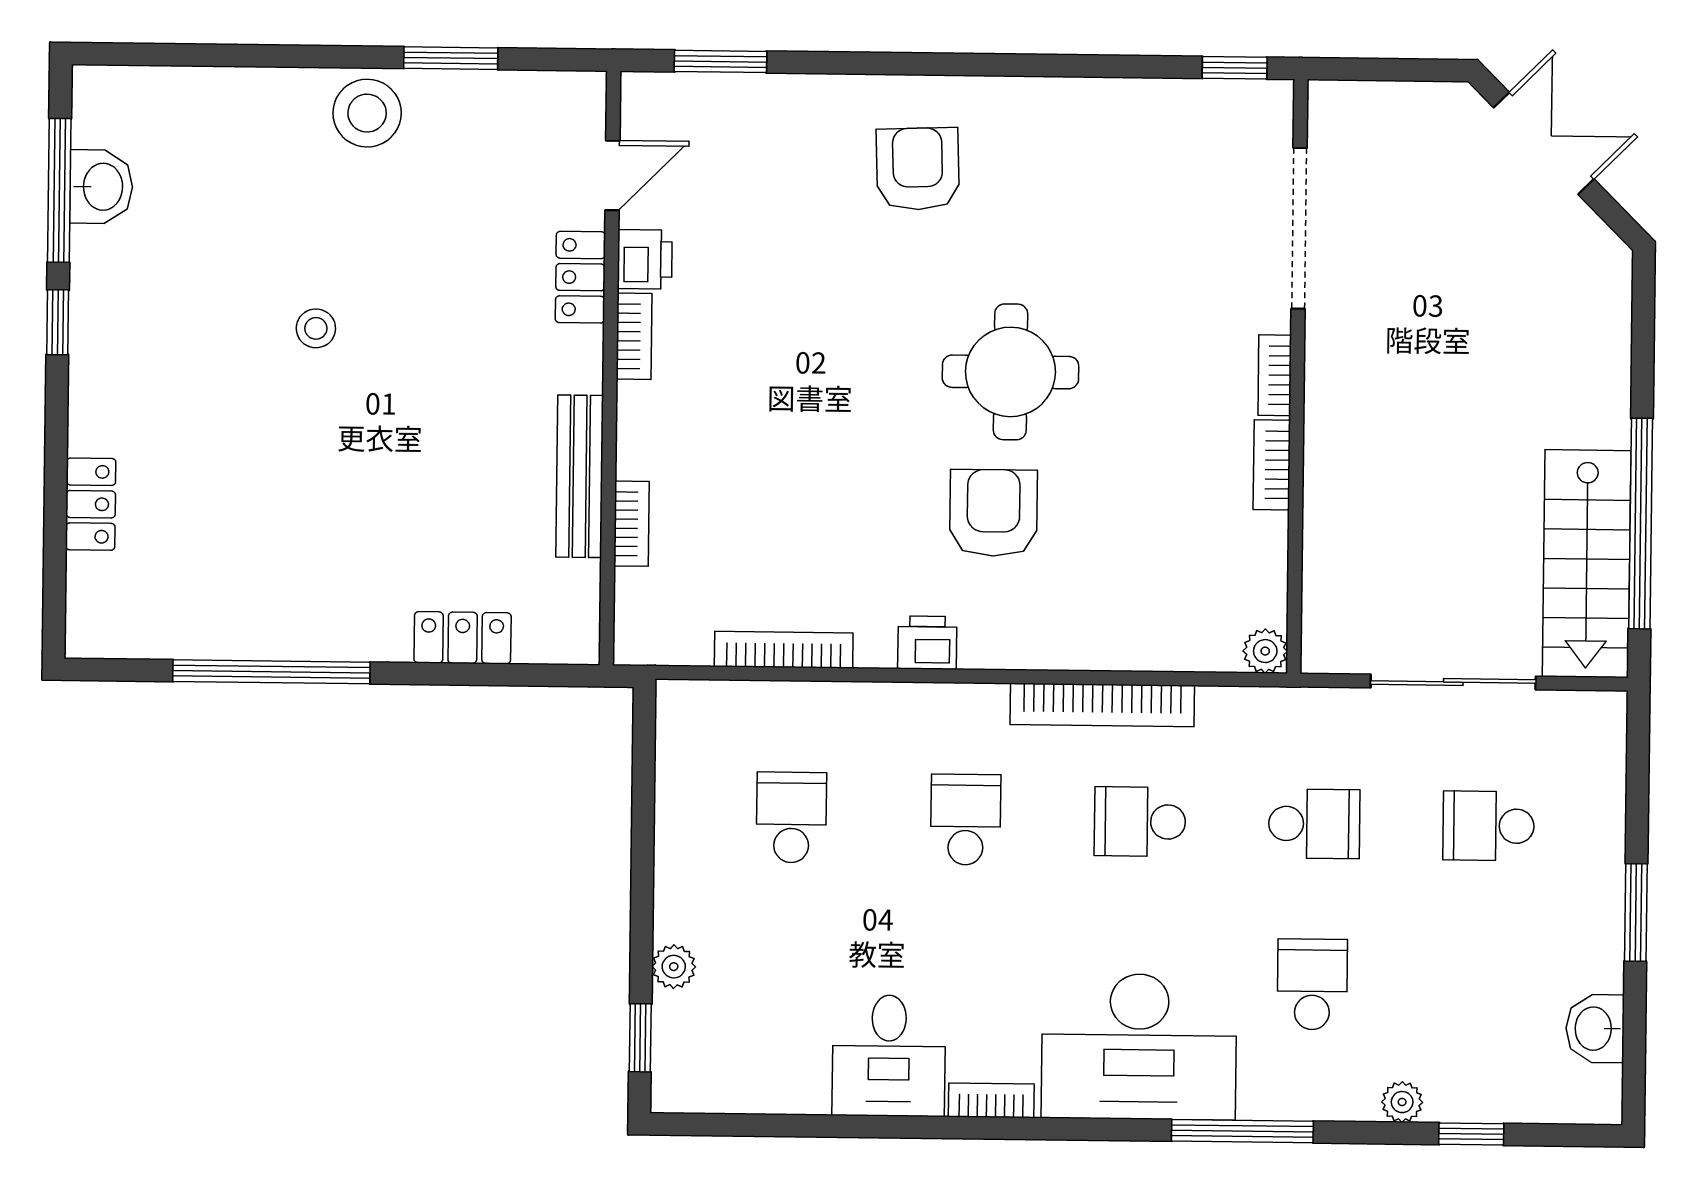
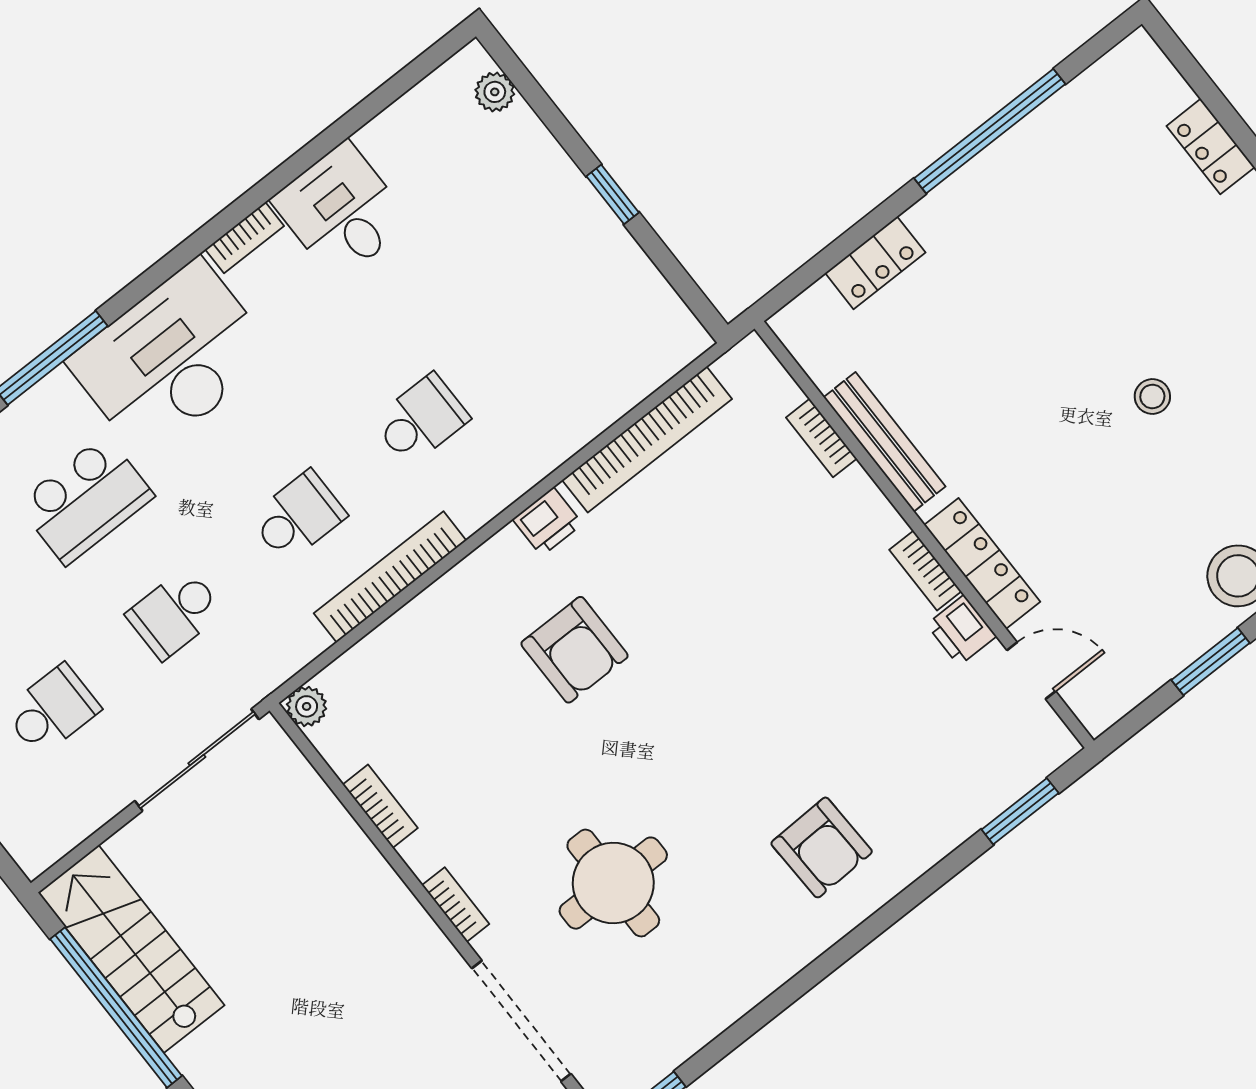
door: (612, 175) -> (1031, 671), swing flipped
locker: (580, 277) -> (982, 563), width x1.53
round table: (1010, 372) -> (613, 883), moved
bookcase: (1272, 465) -> (380, 806), moved
bookcase: (784, 650) -> (647, 440), width x1.48, depth x1.31
sliding door: (1453, 682) -> (197, 760), moved
school desk: (791, 817) -> (544, 323), removed
school desk: (966, 820) -> (421, 420), turned -90
plant: (674, 967) -> (495, 92), moved
school desk: (1312, 984) -> (86, 500), width x1.85
window: (640, 1038) -> (613, 194), moved

